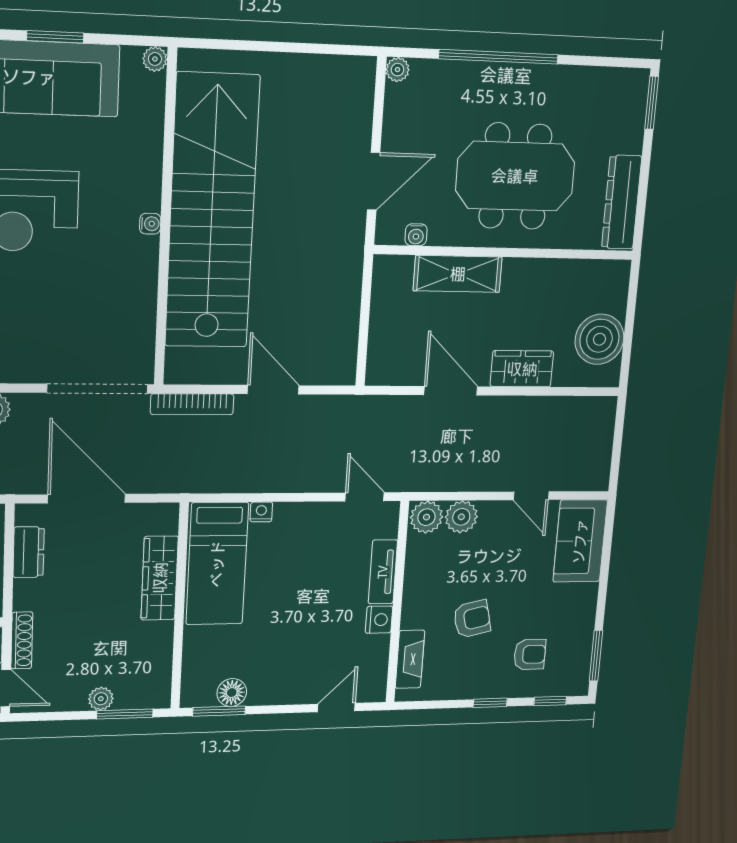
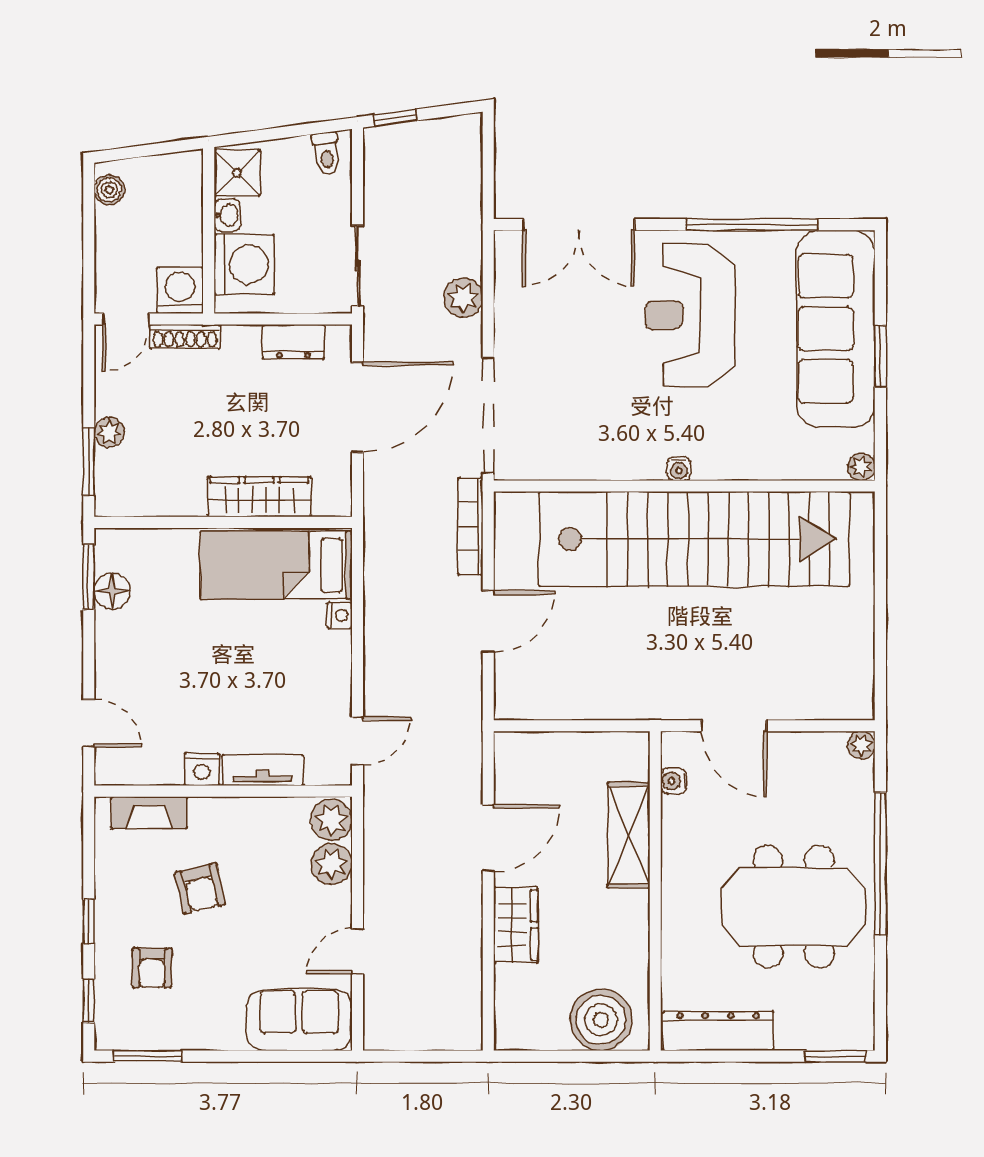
meeting table: (515, 176) -> (794, 907), moved, turned 90
boiler: (599, 339) -> (601, 1020), moved

